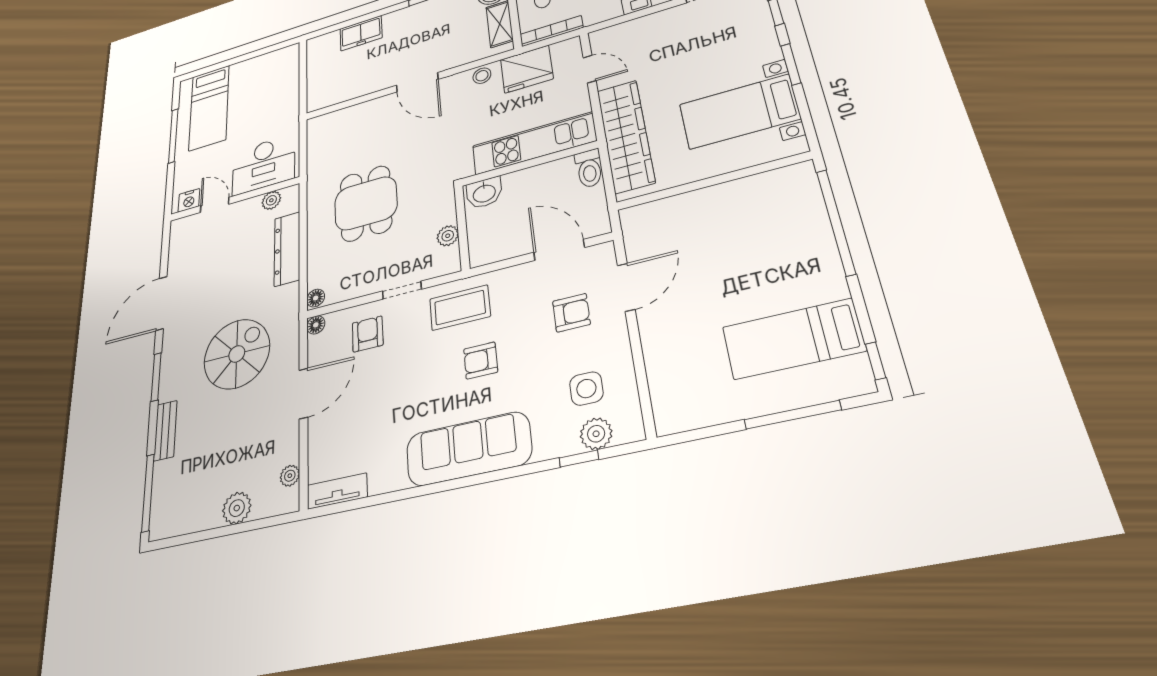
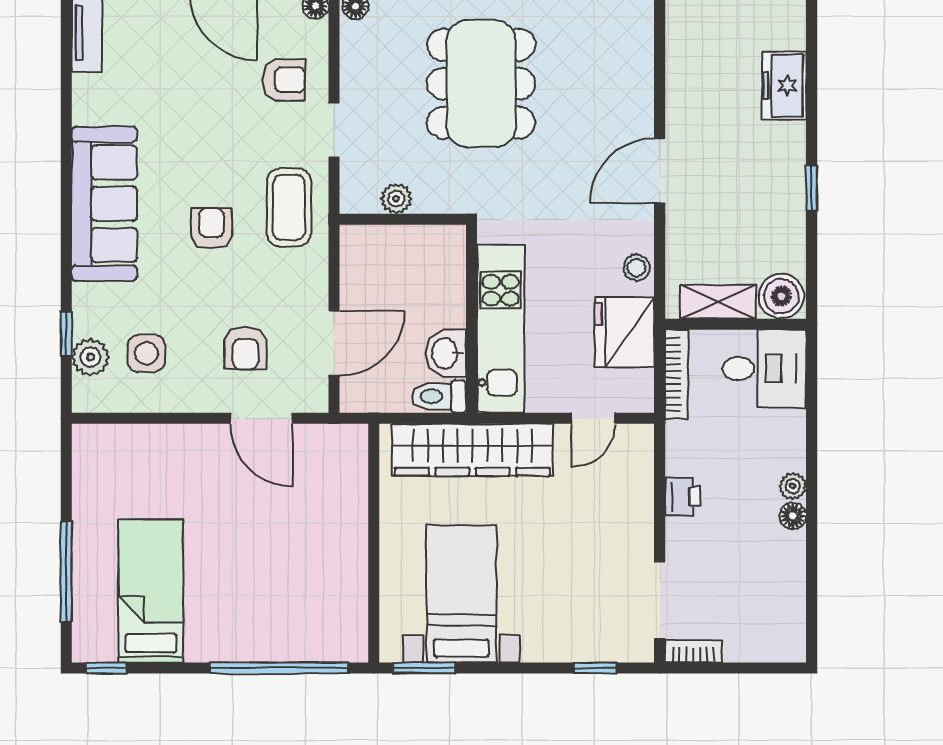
window: (791, 64) -> (424, 668), moved
washbasin: (484, 193) -> (446, 353), moved
dining table: (366, 203) -> (481, 84), width x1.38

